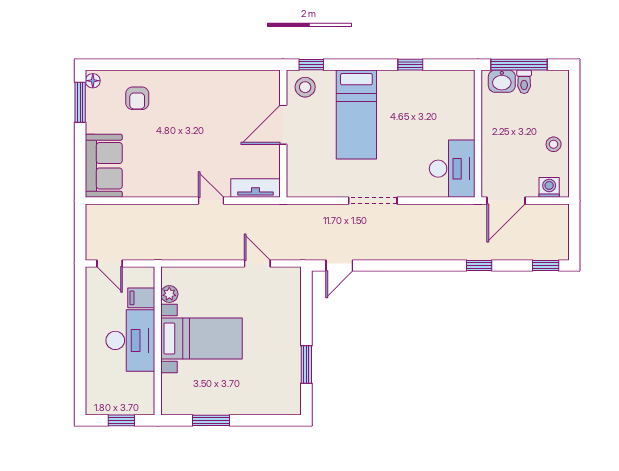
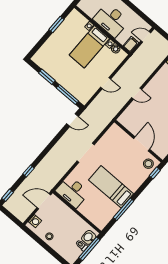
window: (410, 65) -> (124, 209), width x2.17
bed: (356, 114) -> (111, 187), moved
tv unit: (256, 188) -> (127, 114), removed
door: (506, 201) -> (44, 201), hinge flipped
door: (257, 263) -> (106, 83), moved
door: (339, 266) -> (73, 120), swing flipped
filing cabinet: (141, 298) -> (131, 44), moved
window: (306, 308) -> (67, 94), added

